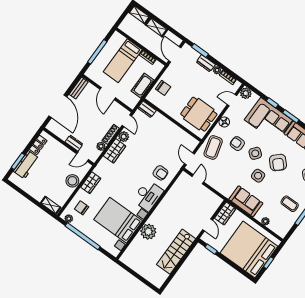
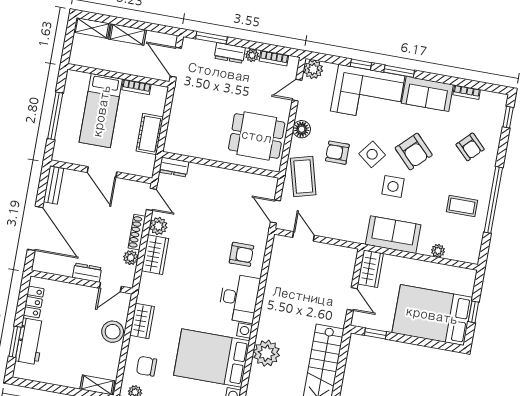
chair: (163, 88) -> (183, 122), removed
bed: (249, 250) -> (432, 315), width x0.73

